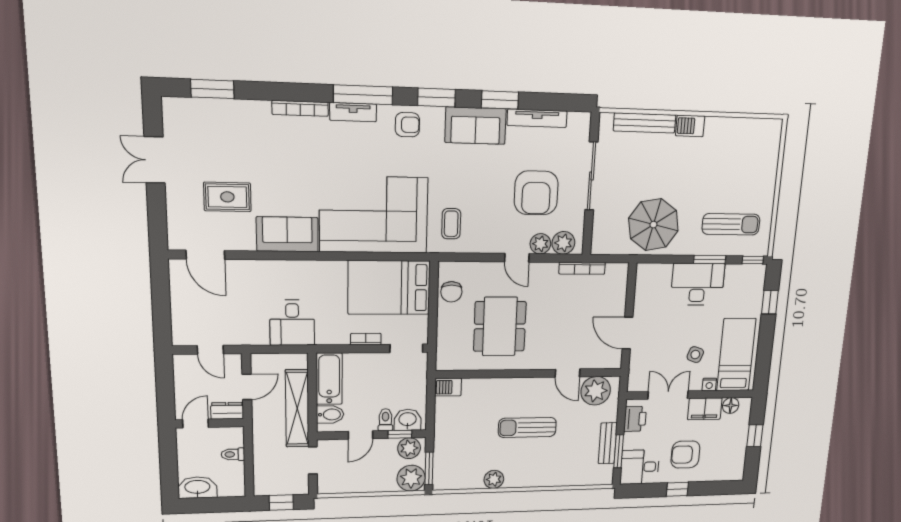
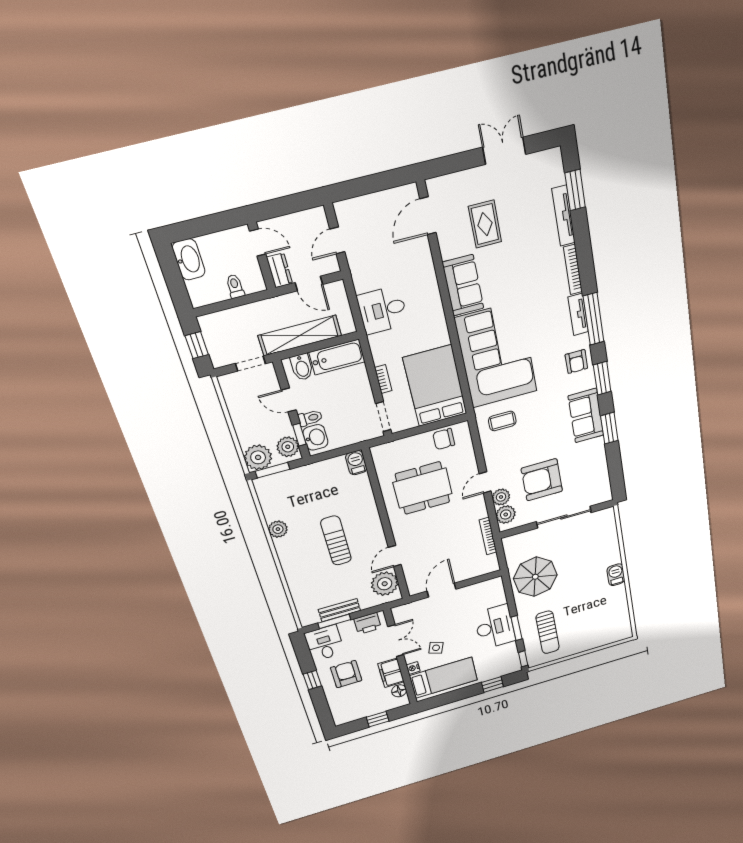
tv unit: (537, 118) -> (564, 216), moved
bench: (645, 123) -> (612, 541), removed

